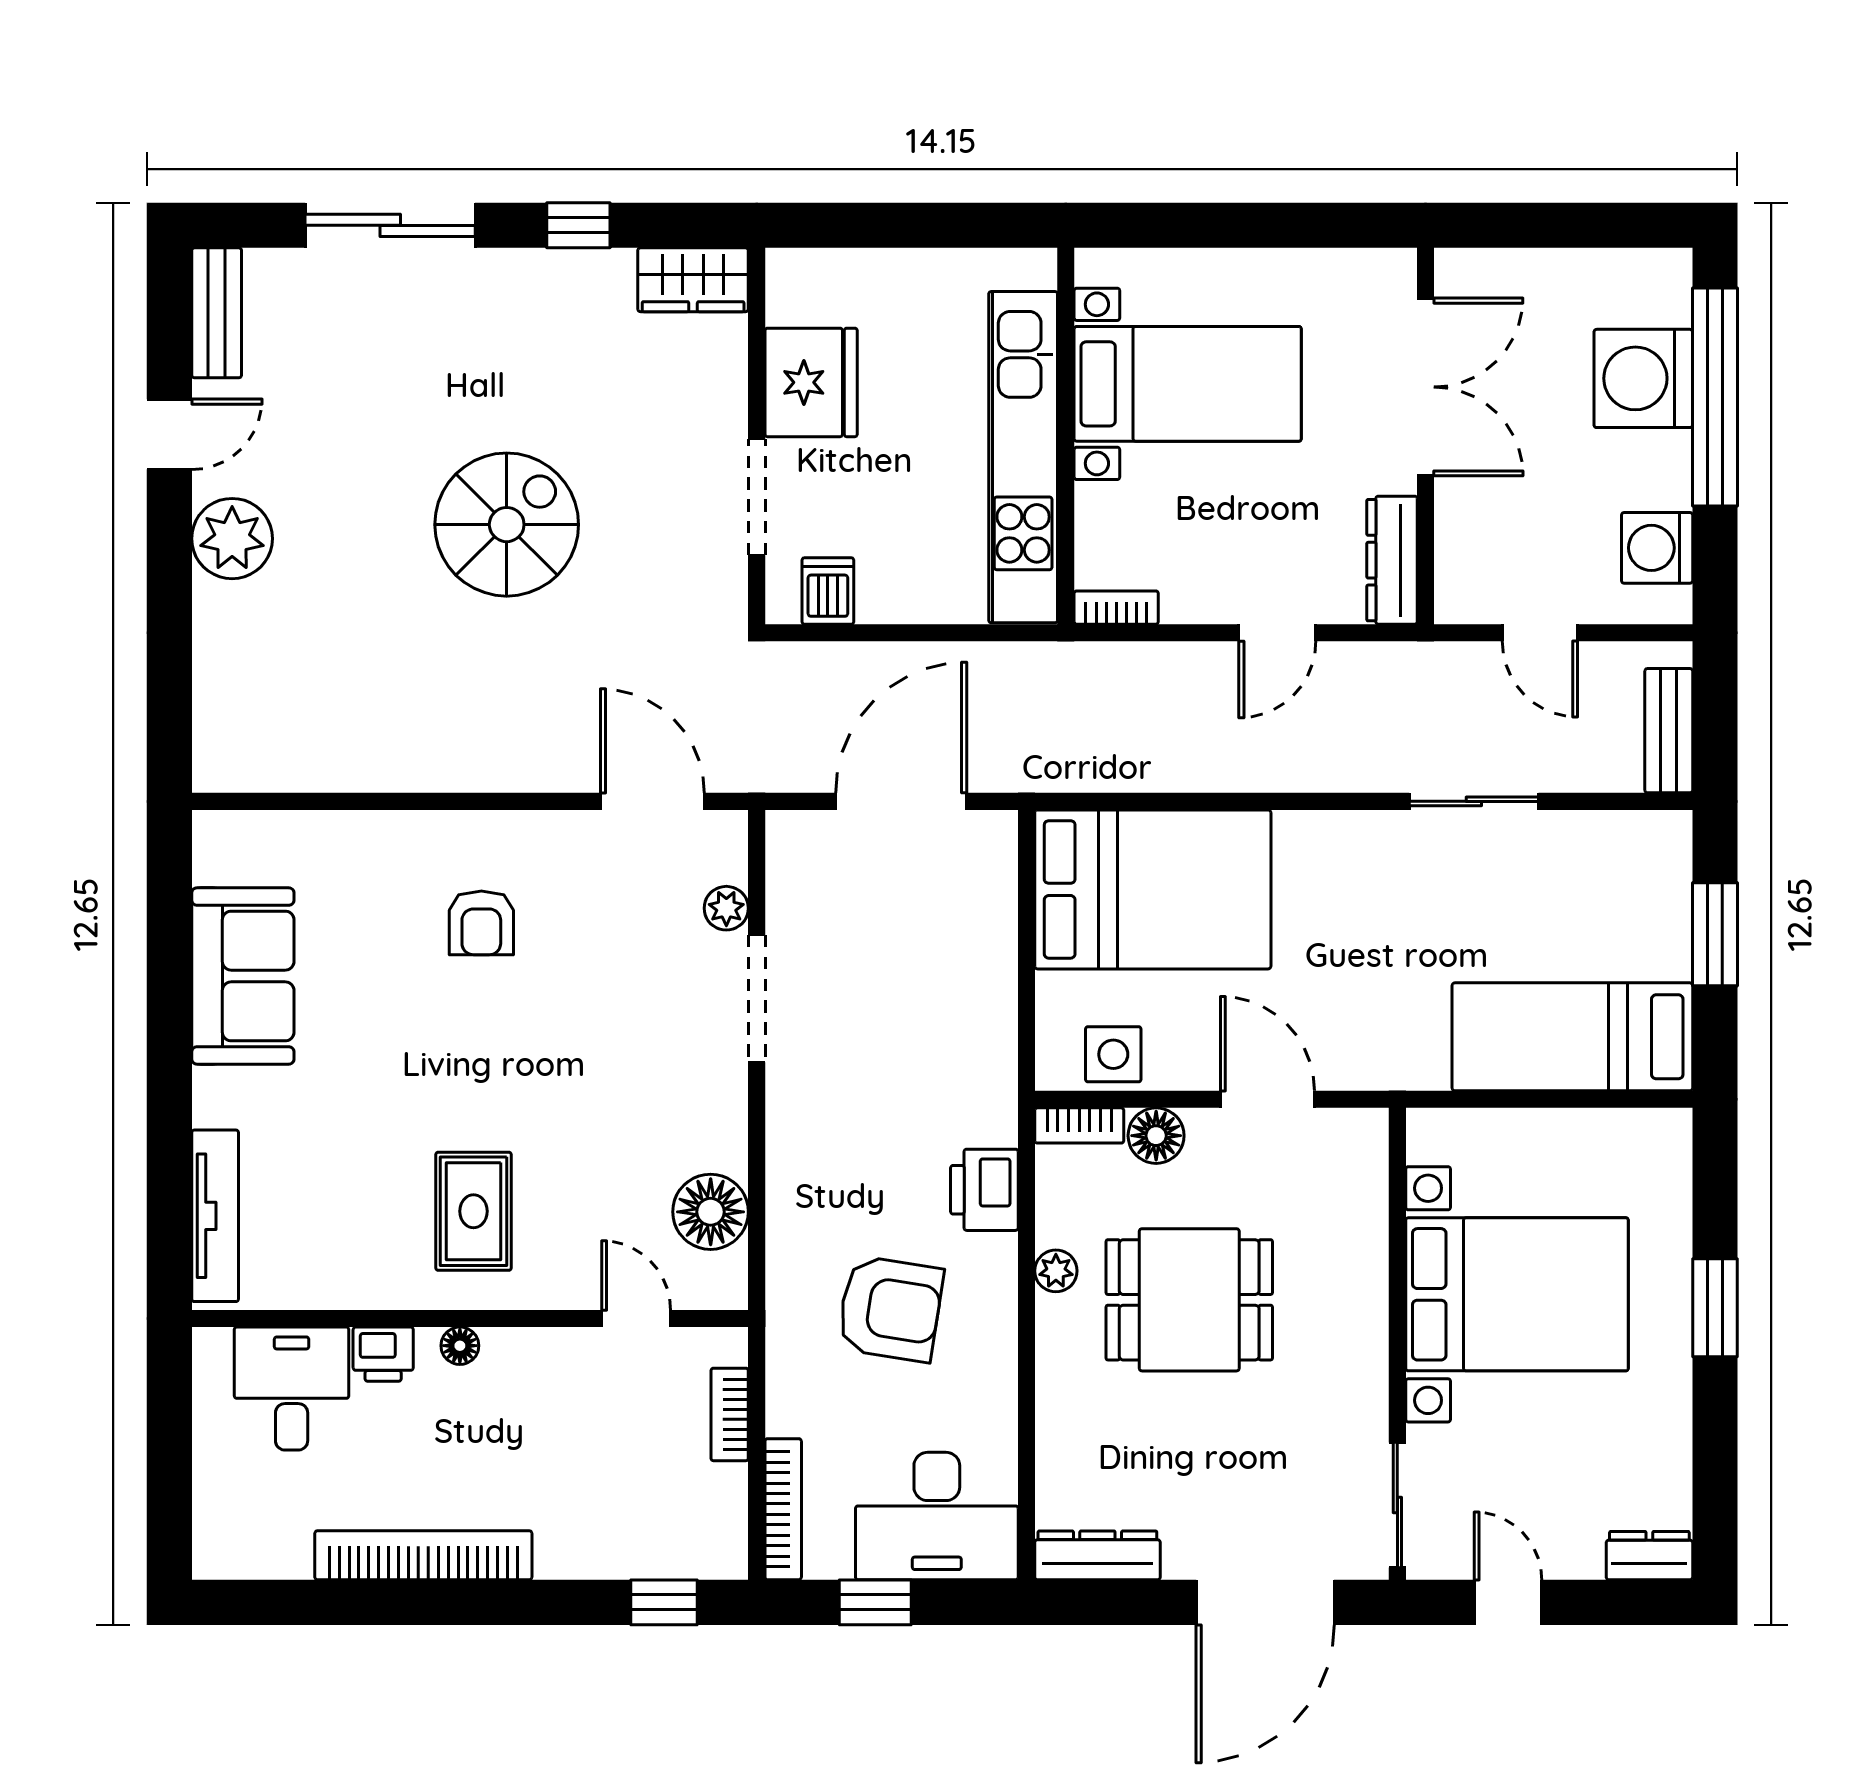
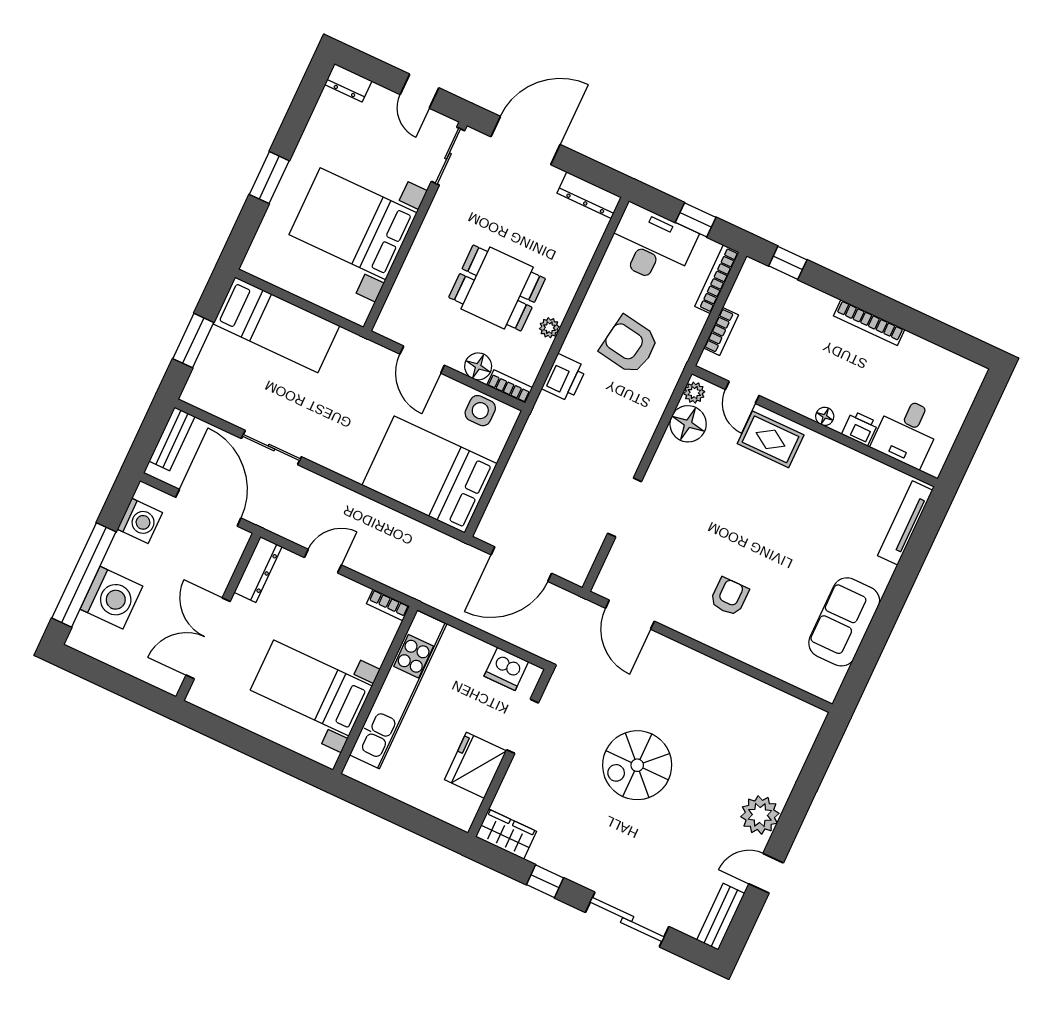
dishwasher: (828, 591) -> (506, 669), width x1.38
door: (1540, 633) -> (208, 508), width x1.88
plant: (726, 908) -> (694, 393), moved
rug: (474, 1211) -> (771, 439), moved, turned 90
bookcase: (423, 1555) -> (869, 323), width x0.68, depth x0.76

